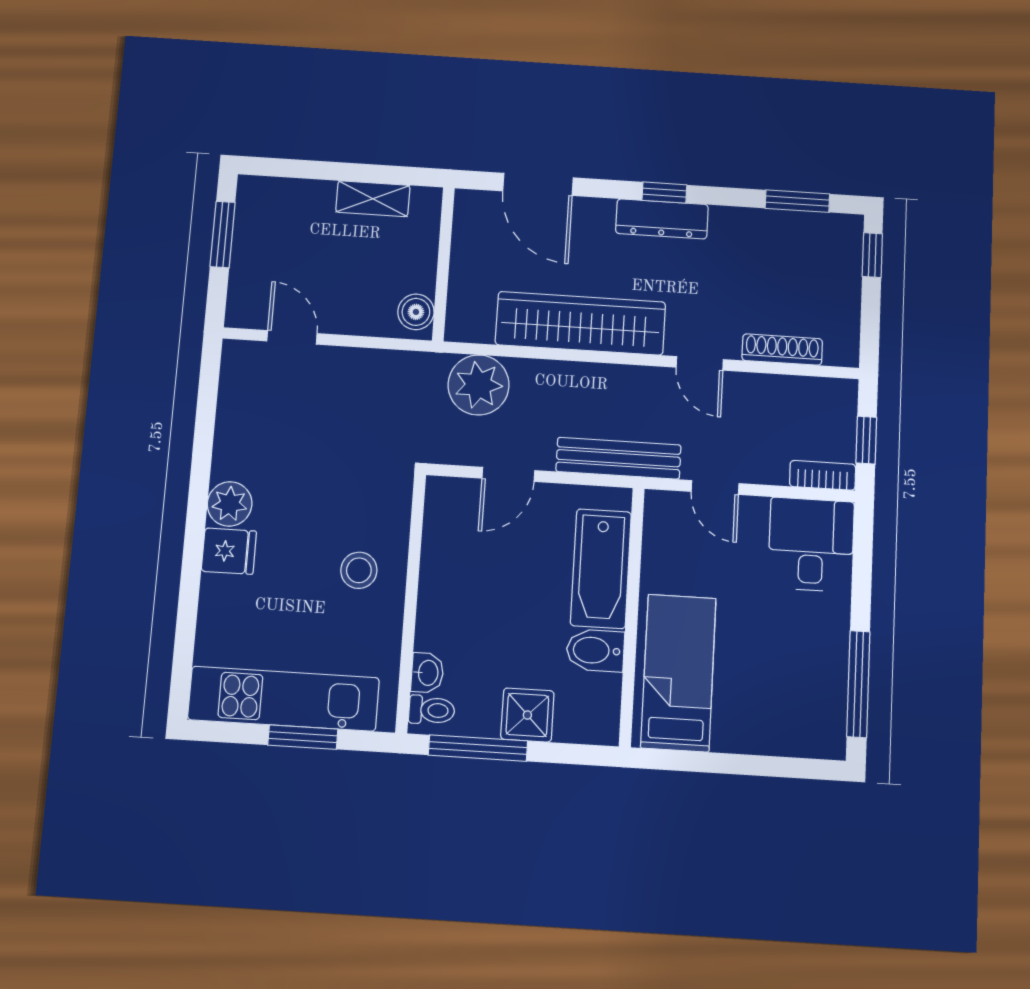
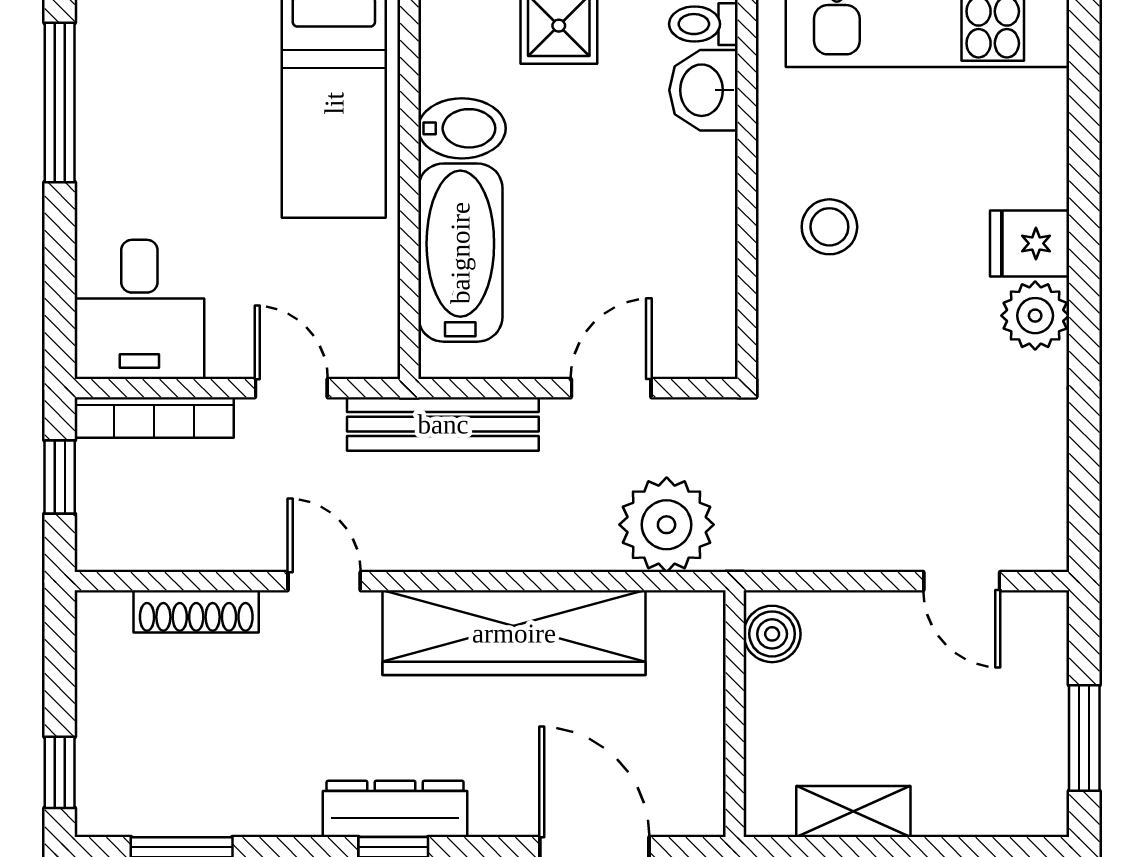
bookcase: (823, 475) -> (154, 418), width x1.56
washbasin: (427, 673) -> (704, 90), width x1.38, depth x1.45

